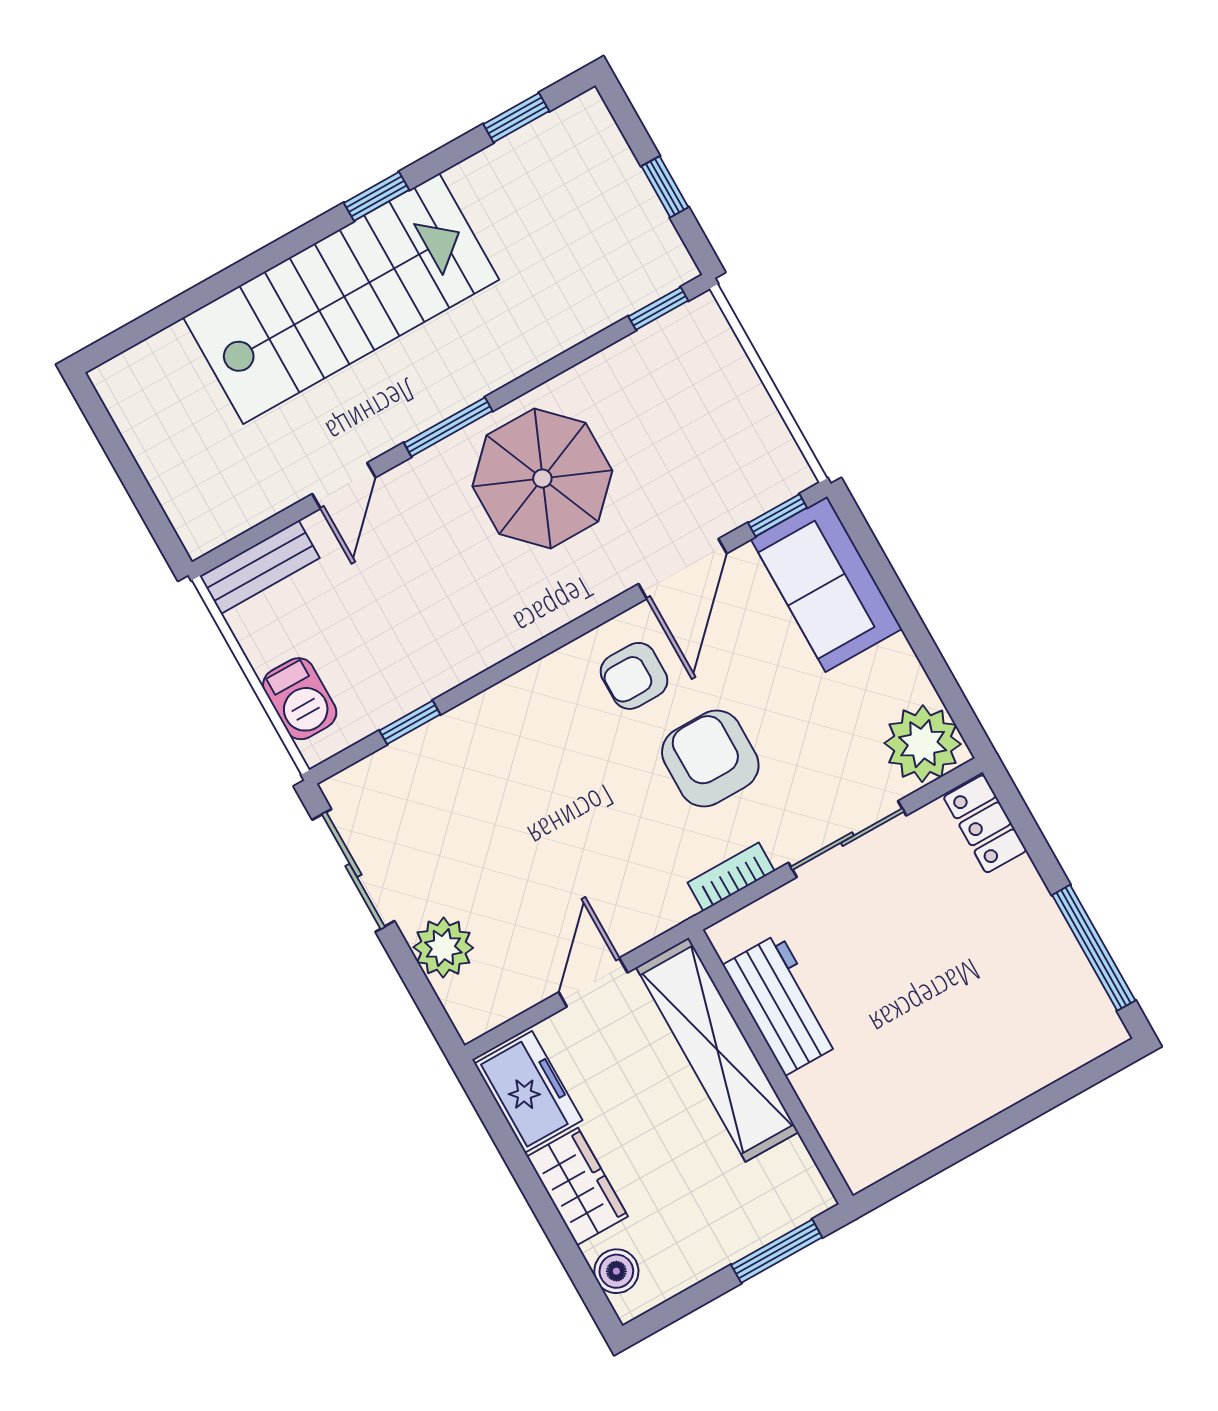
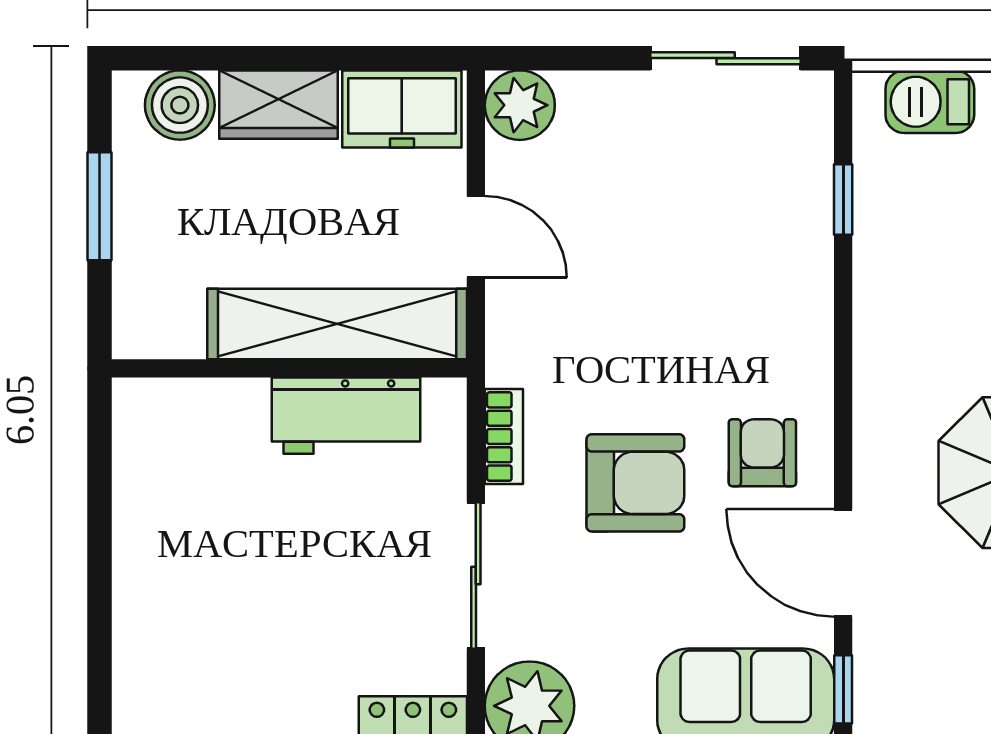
plant: (443, 948) -> (520, 105), moved
window: (777, 1251) -> (99, 206), moved
boiler: (616, 1271) -> (180, 105), width x1.36, depth x1.36

